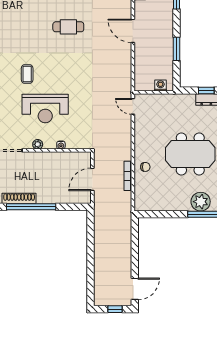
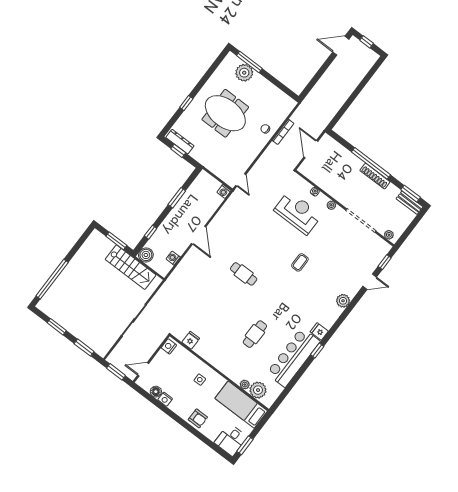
washing machine: (161, 85) -> (224, 191), moved
reception desk: (45, 109) -> (298, 213), moved
door: (92, 179) -> (311, 149), swing flipped

